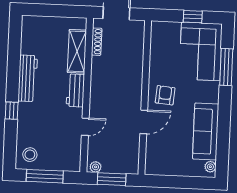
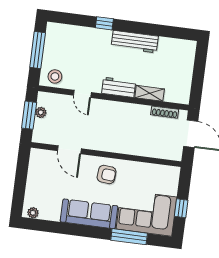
shelving: (77, 51) -> (150, 93), width x0.67, depth x0.75
door: (144, 122) -> (69, 150), moved
sofa: (206, 131) -> (89, 214), moved
stool: (30, 155) -> (55, 76), moved
plant: (96, 167) -> (41, 112), moved

